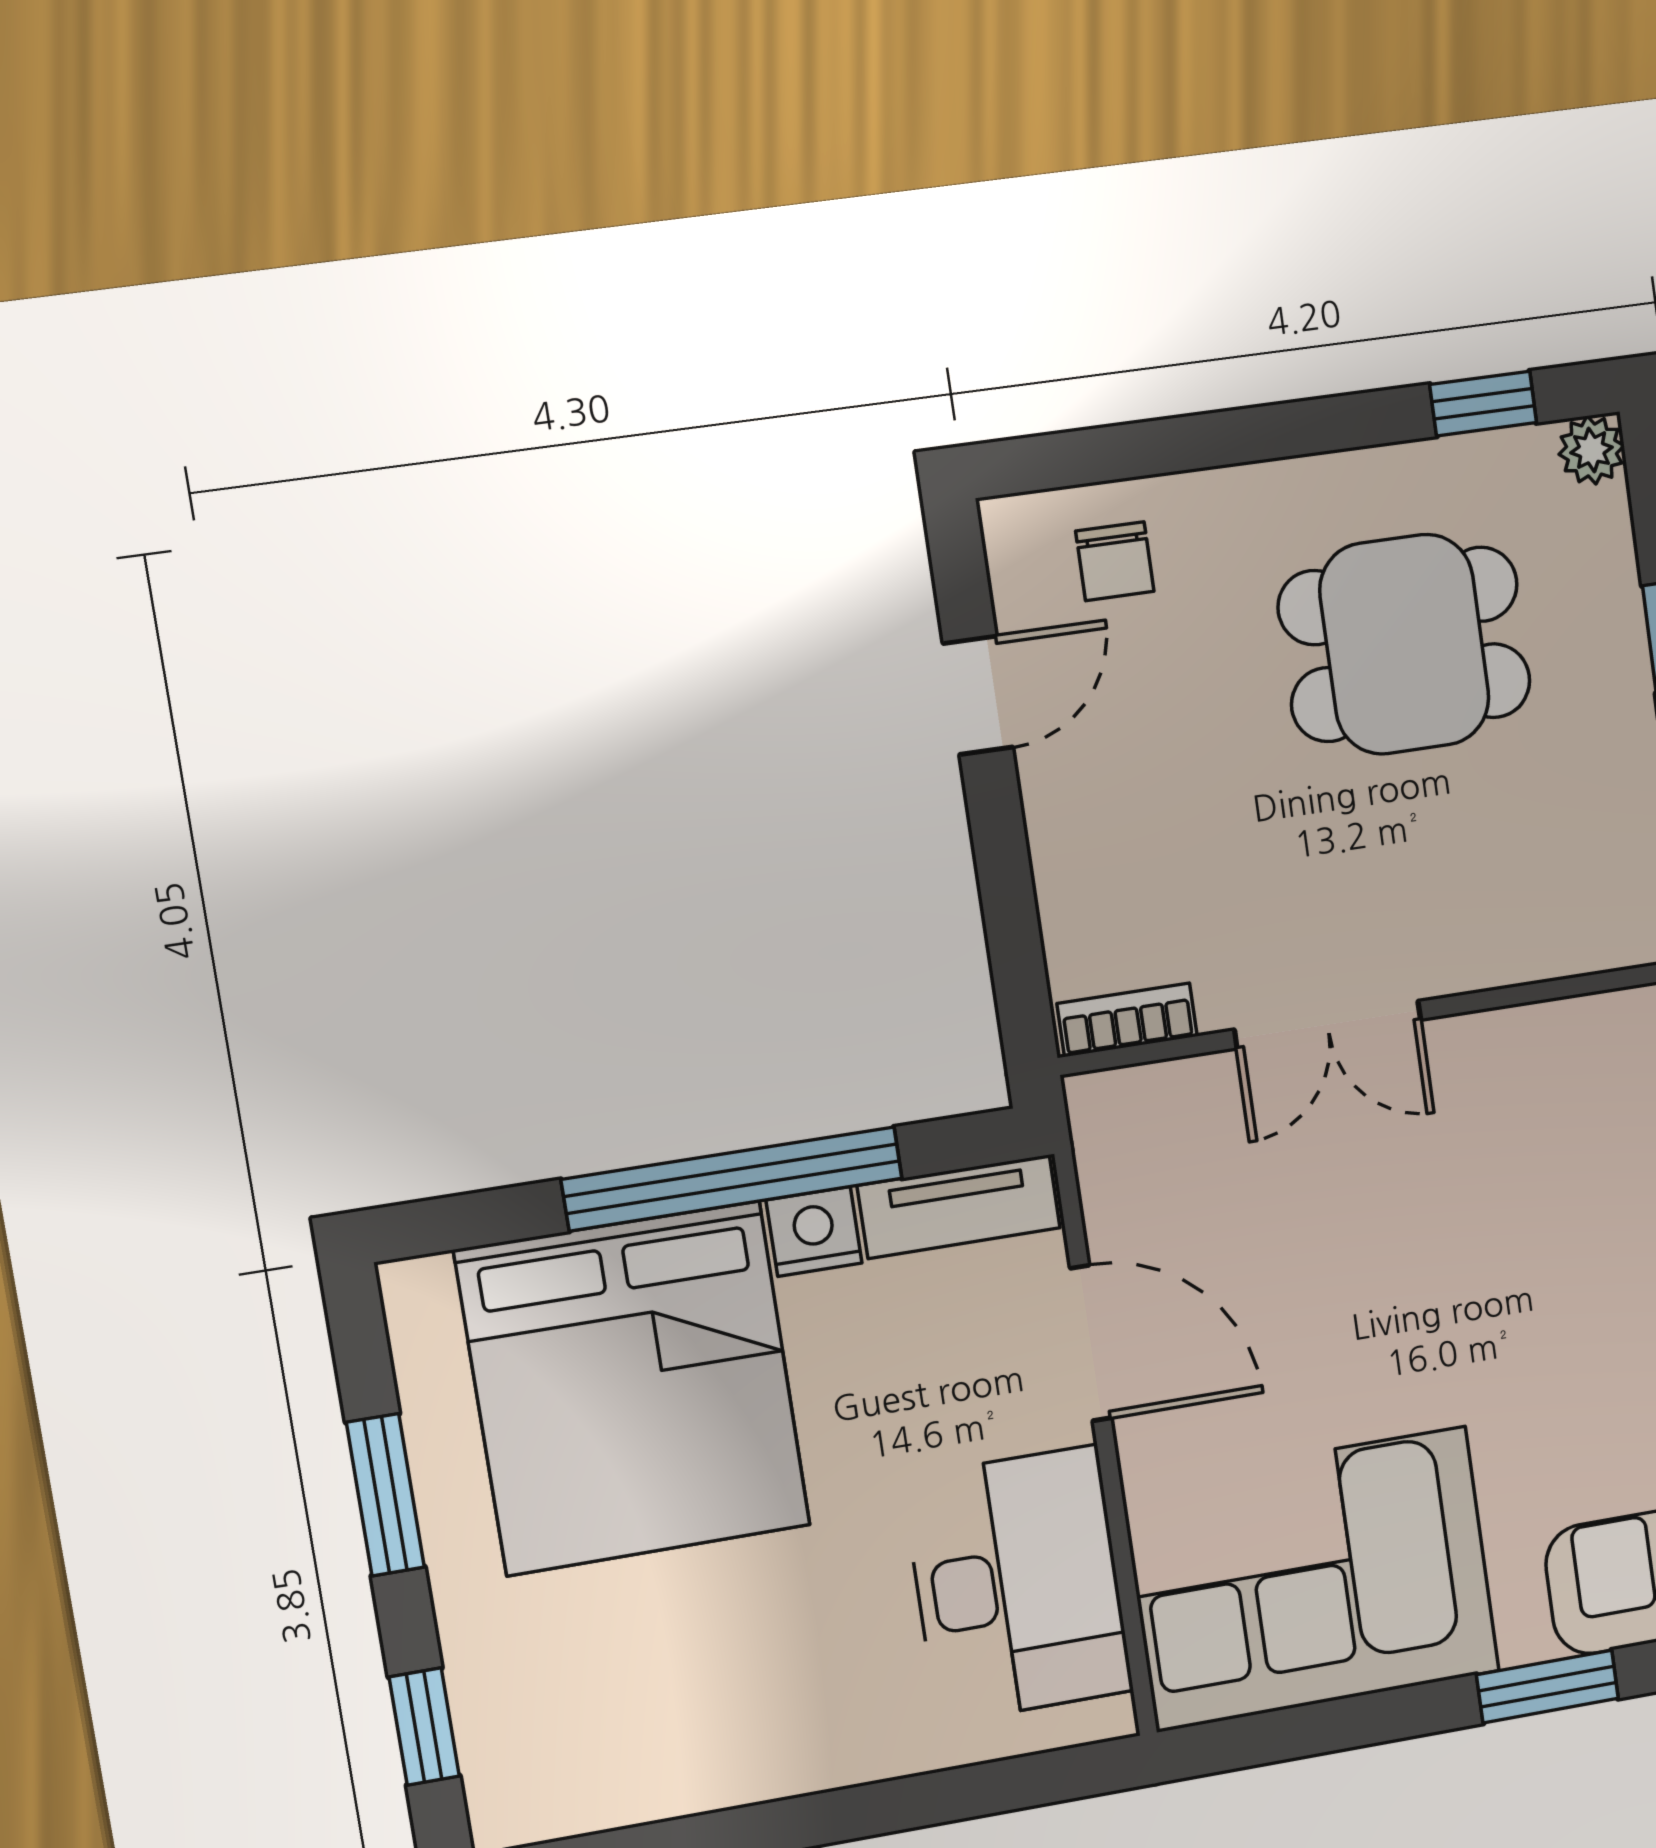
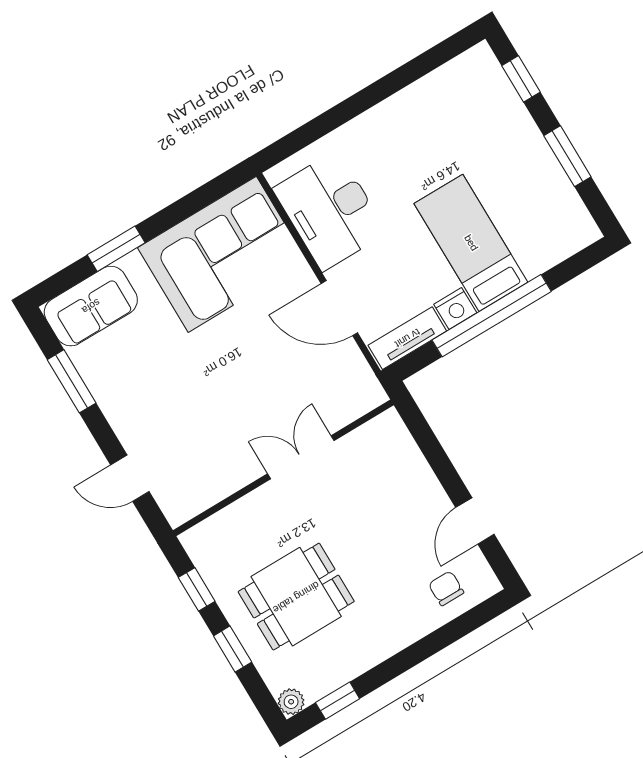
dining table: (1404, 644) -> (296, 597), moved
bookcase: (1127, 1020) -> (374, 429), removed
bed: (633, 1388) -> (471, 243), width x0.49

